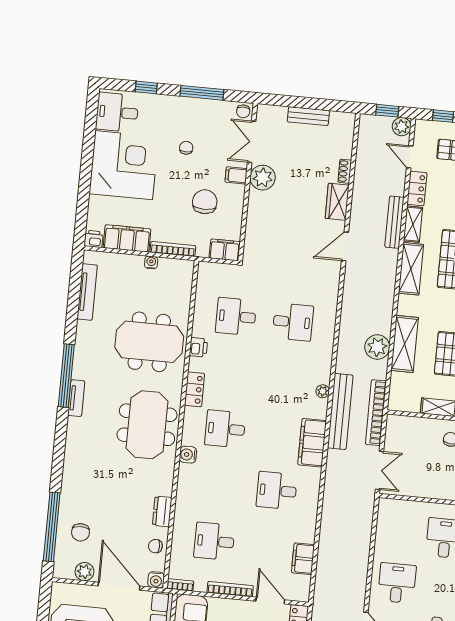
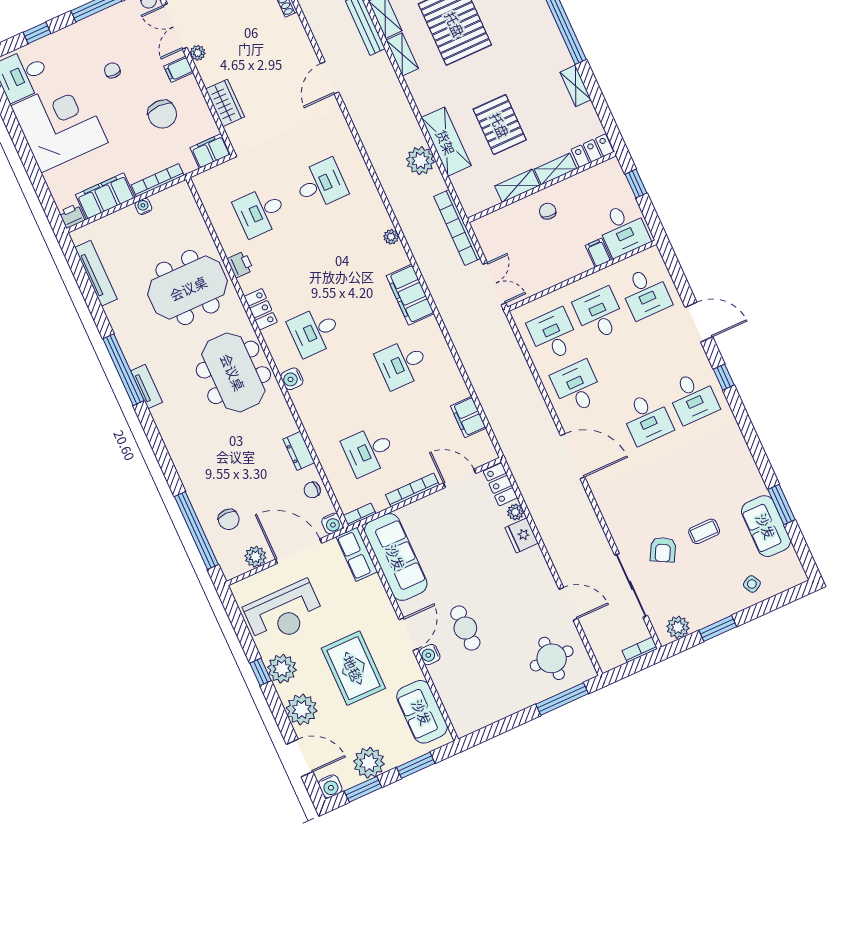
plant: (263, 178) -> (198, 53), width x0.53, depth x0.53
chair: (205, 202) -> (162, 114), turned 180
wardrobe: (337, 202) -> (225, 103), moved, turned 180
shelving: (411, 269) -> (402, 54), width x0.67, depth x0.75
bench: (340, 411) -> (420, 247), removed
desk: (402, 534) -> (553, 335), added

